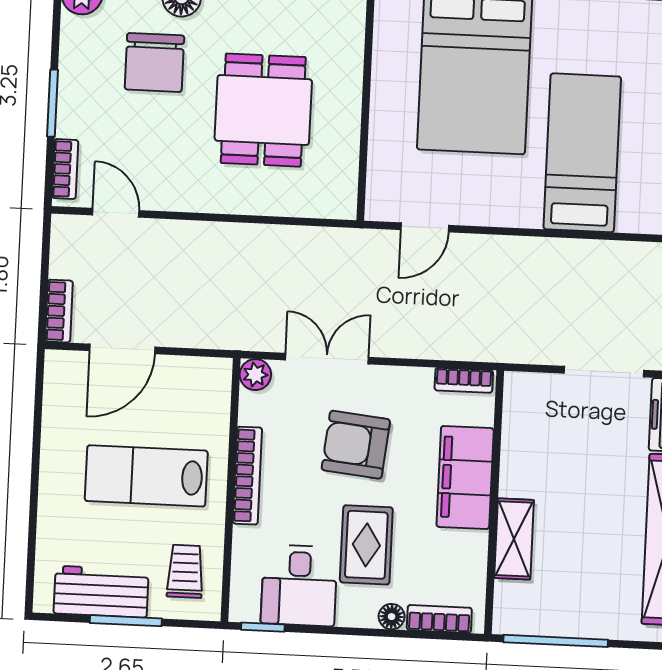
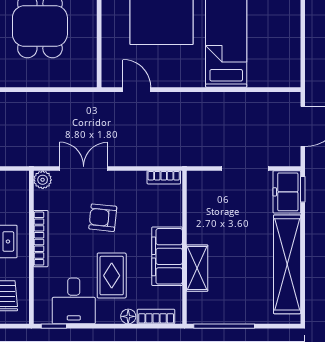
door: (425, 227) -> (137, 90), swing flipped
armchair: (356, 445) -> (103, 218), width x0.72, depth x0.72
filing cabinet: (465, 477) -> (167, 256), moved

